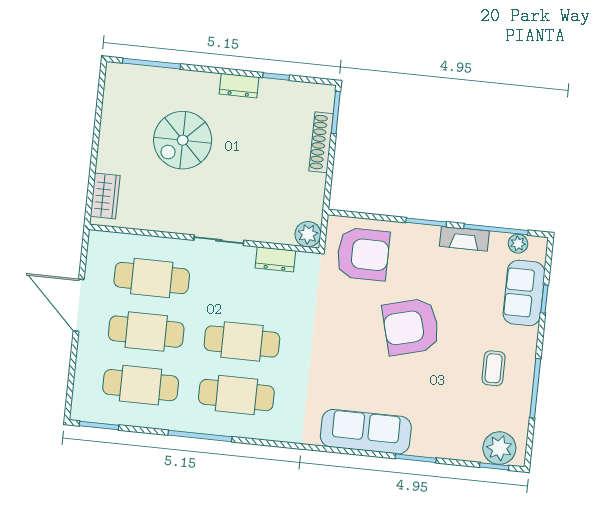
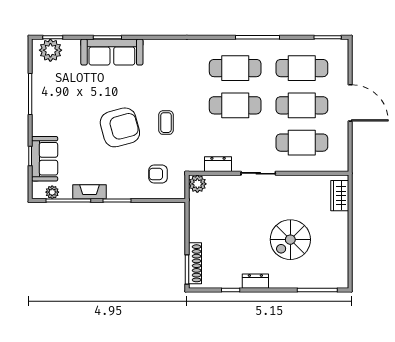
spiral stairs: (183, 140) -> (290, 240), turned 180
shoe rack: (321, 142) -> (195, 263), moved
armchair: (363, 254) -> (158, 174), width x0.53, depth x0.53
door: (79, 305) -> (350, 103), moved
coffee table: (494, 368) -> (166, 123), moved
sofa: (366, 432) -> (112, 52), moved

